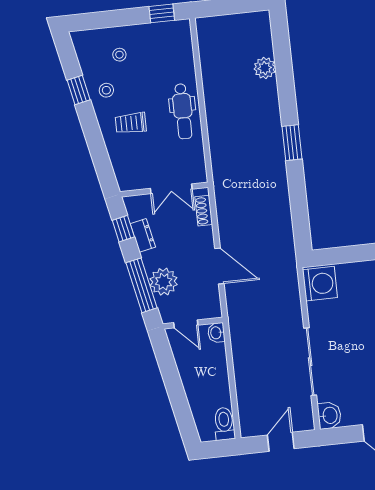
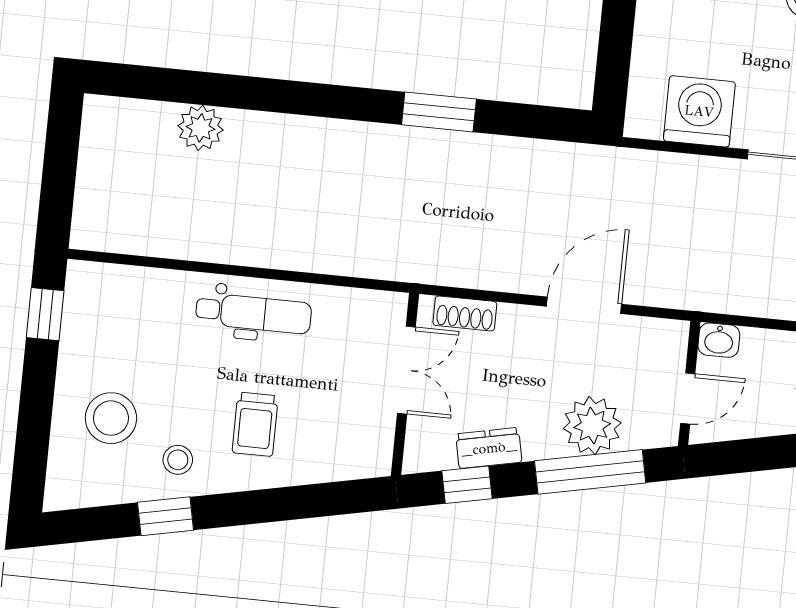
stool: (119, 55) -> (111, 418), width x1.89, depth x1.89
window: (292, 143) -> (439, 112), moved
washing machine: (320, 284) -> (699, 111), moved

